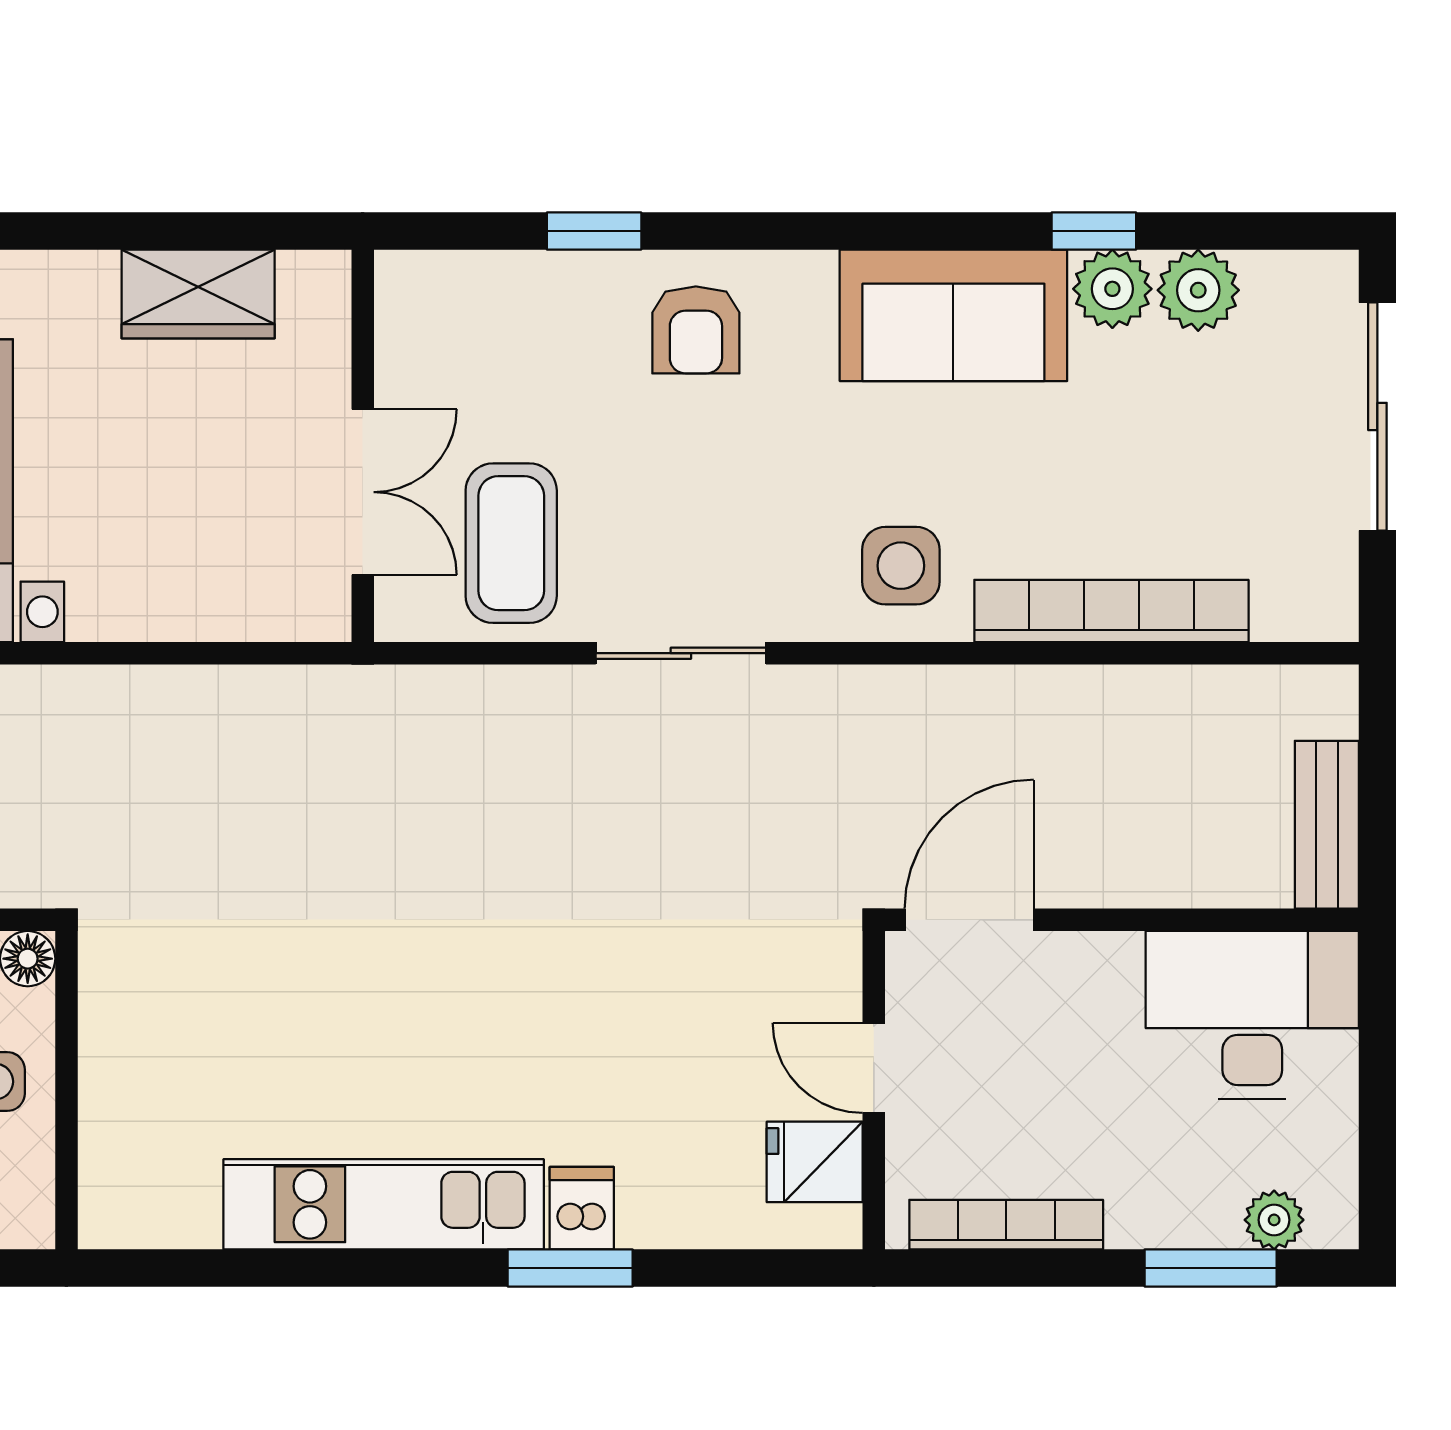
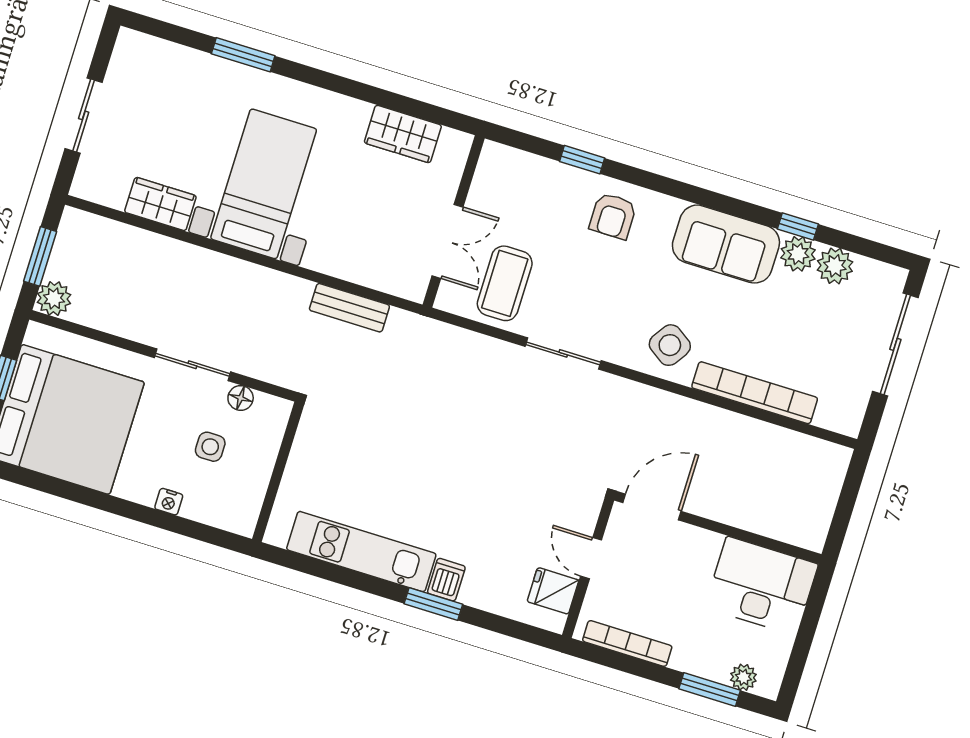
side table: (901, 566) -> (670, 345), turned 34
bench: (1327, 825) -> (349, 308), moved, turned 90
wall: (66, 1090) -> (278, 472), moved

